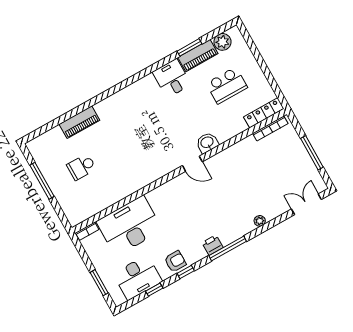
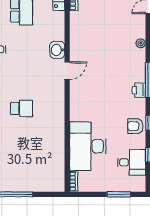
school desk: (81, 167) -> (21, 108), moved, turned -90
armchair: (175, 261) -> (135, 126), turned -90
desk: (138, 278) -> (132, 162), width x0.73

